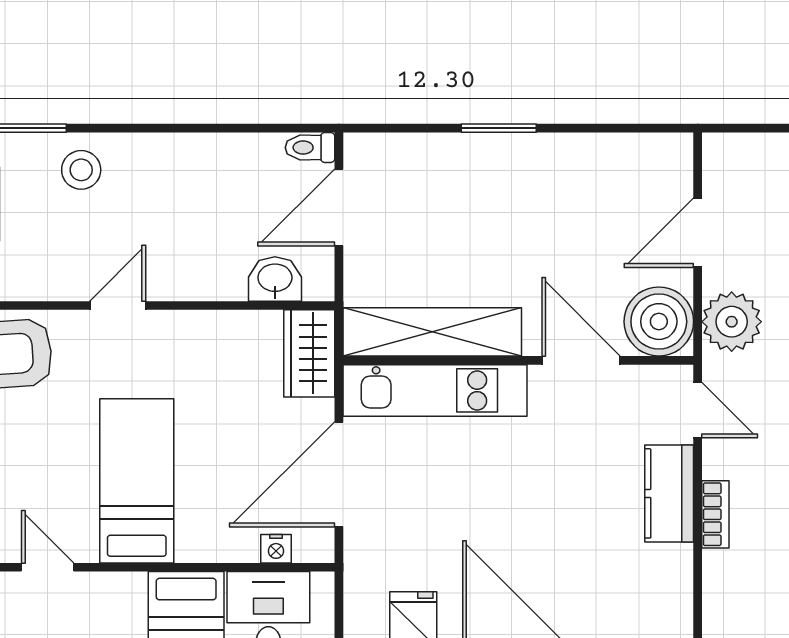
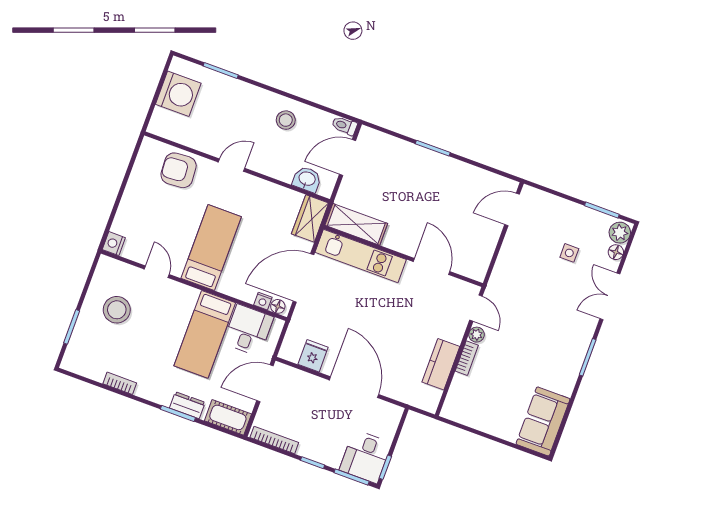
stool: (81, 170) -> (286, 120), moved
door: (698, 233) -> (512, 209), moved
boiler: (659, 322) -> (473, 262), removed
plant: (732, 322) -> (477, 335), moved, width x0.53, depth x0.53
shelving: (432, 332) -> (356, 224), width x0.68
kitchen counter: (669, 493) -> (441, 364), moved
floor lamp: (309, 548) -> (278, 306), added

